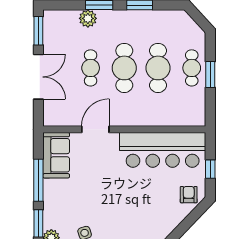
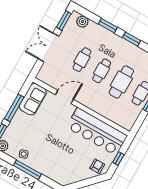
plant: (88, 18) -> (82, 22), moved
cafe table: (124, 68) -> (102, 71), width x0.73, depth x0.74
double door: (38, 77) -> (48, 47), swing flipped

